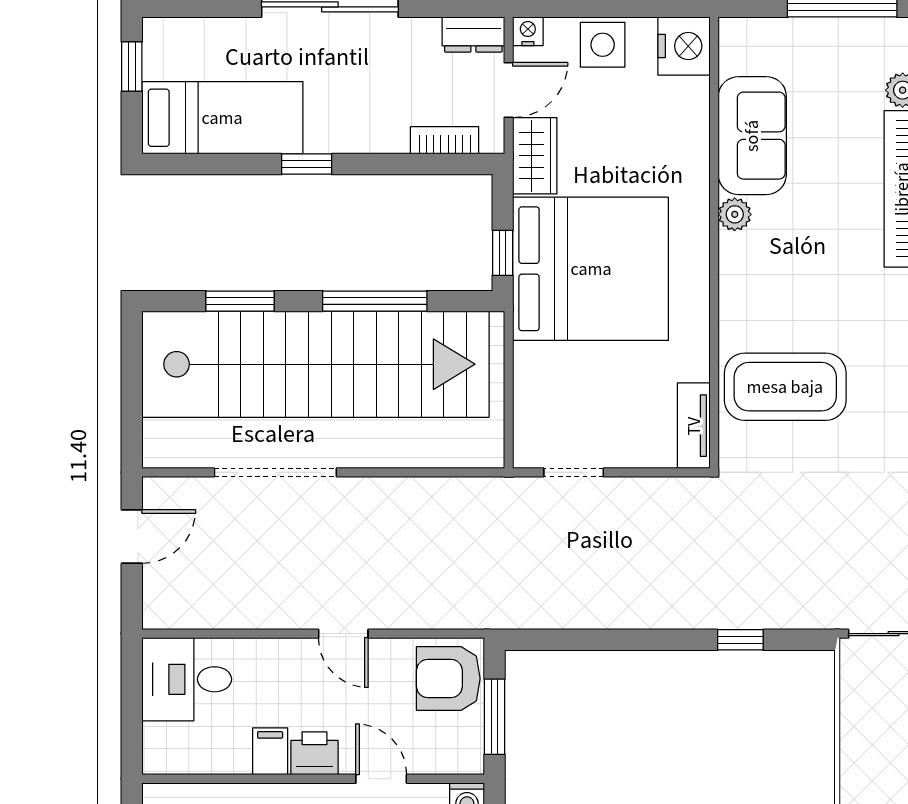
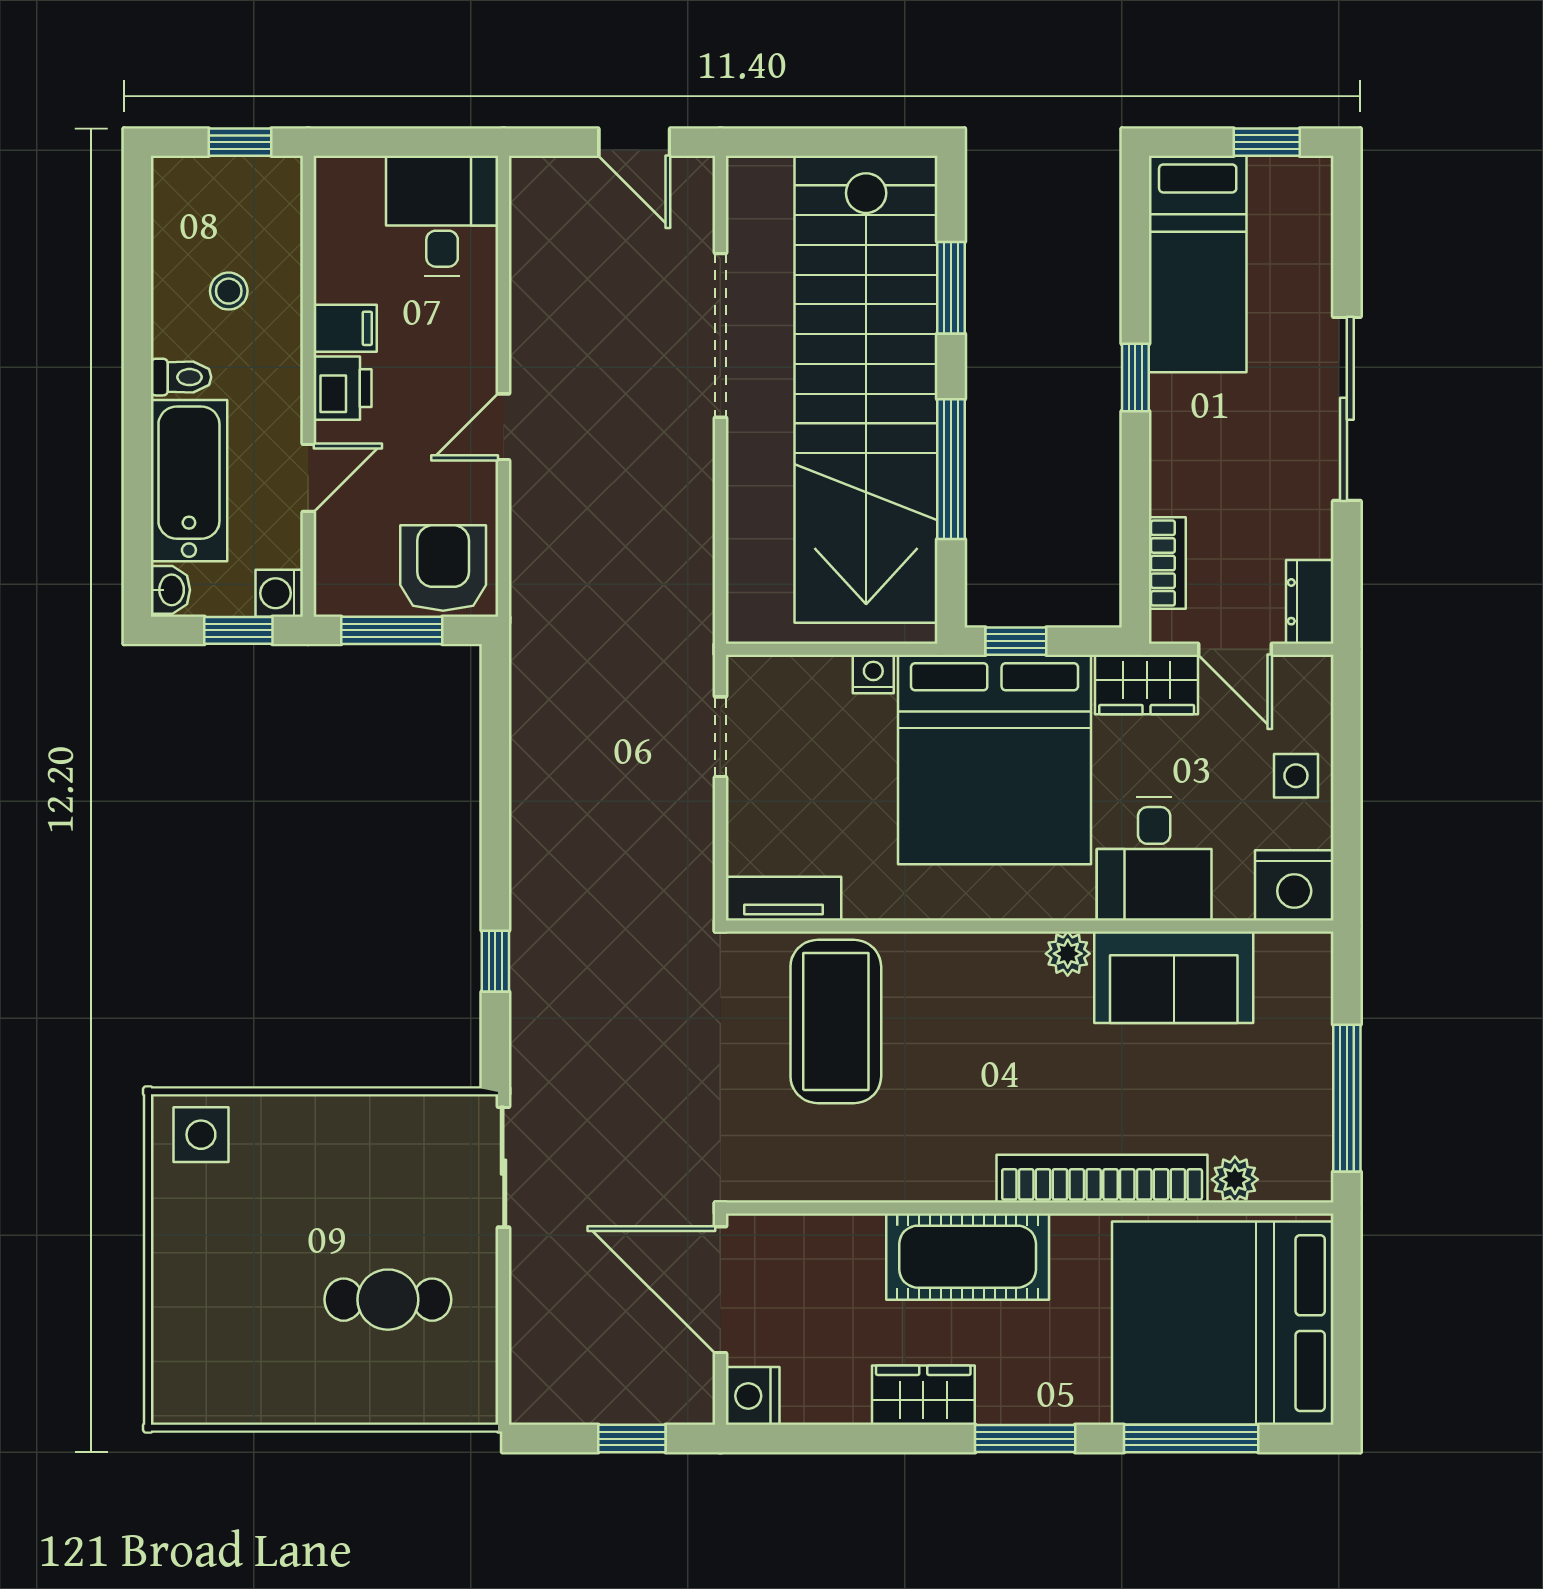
nightstand: (528, 31) -> (873, 674), moved, turned -90
side table: (603, 45) -> (1296, 776), width x0.73, depth x0.73
desk: (664, 150) -> (1154, 859), added

